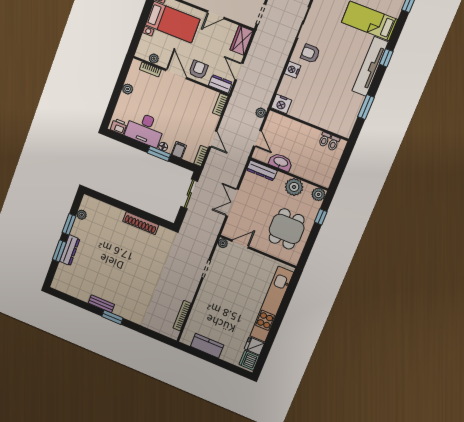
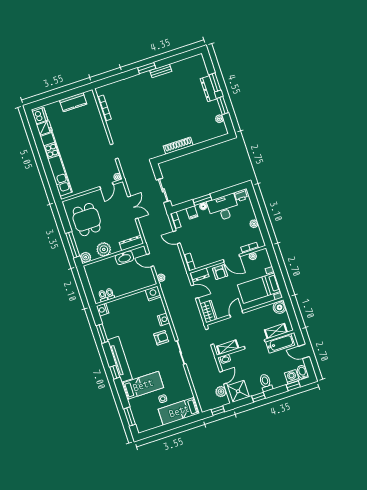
nightstand: (345, 130) -> (103, 310), added
window: (321, 217) -> (73, 245), width x2.17

